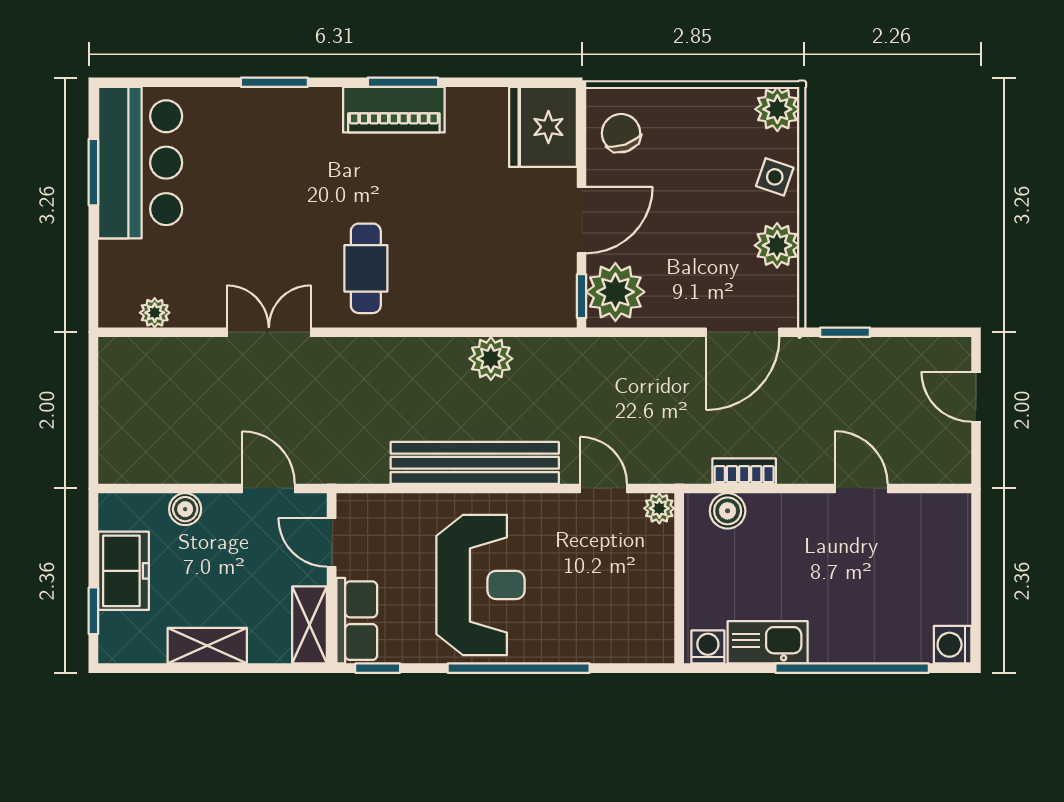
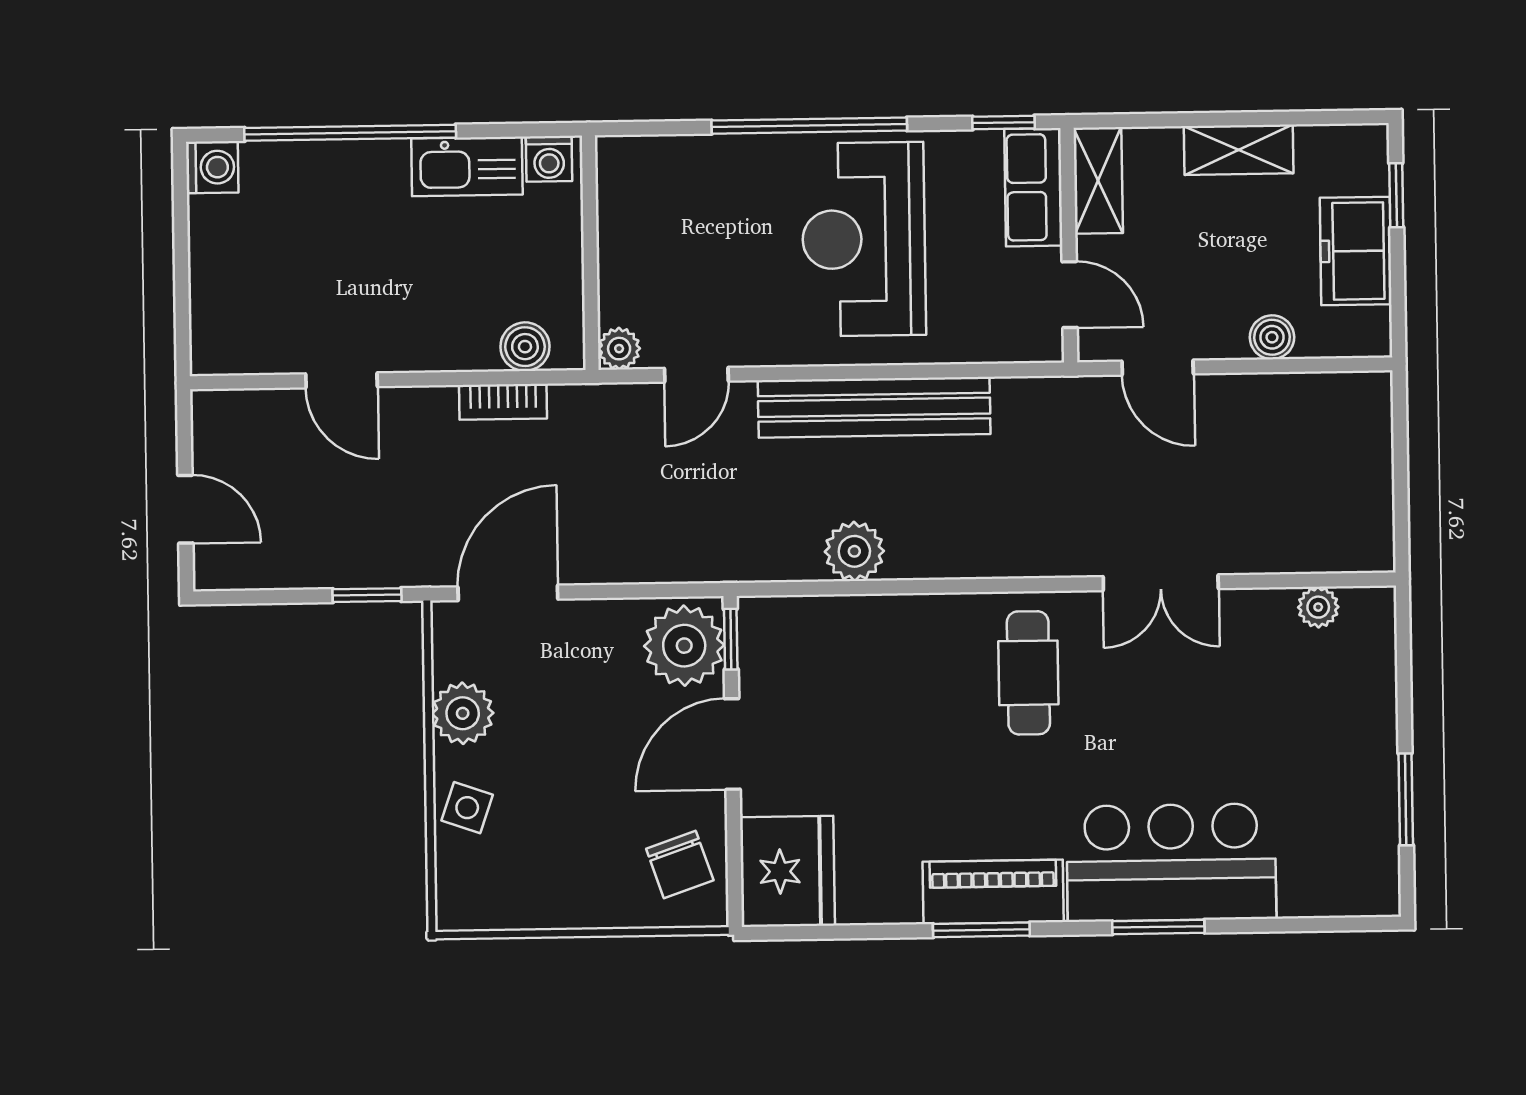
plant: (777, 109) -> (465, 901), removed
bar counter: (140, 163) -> (1171, 862), moved, turned 90
door: (603, 488) -> (696, 375), hinge flipped

